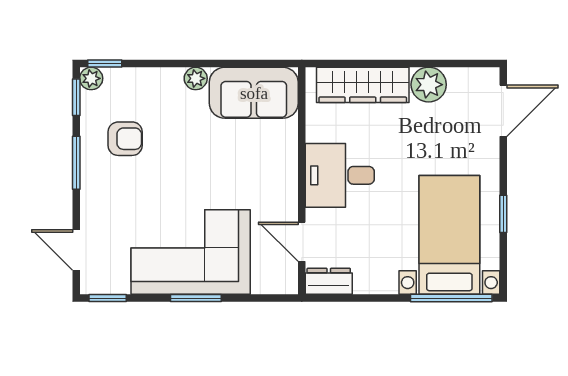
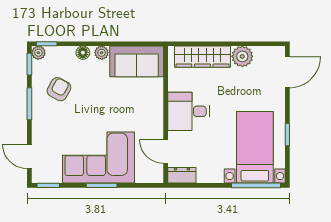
floor lamp: (165, 78) -> (83, 53), added
armchair: (125, 139) -> (59, 89), turned -61

